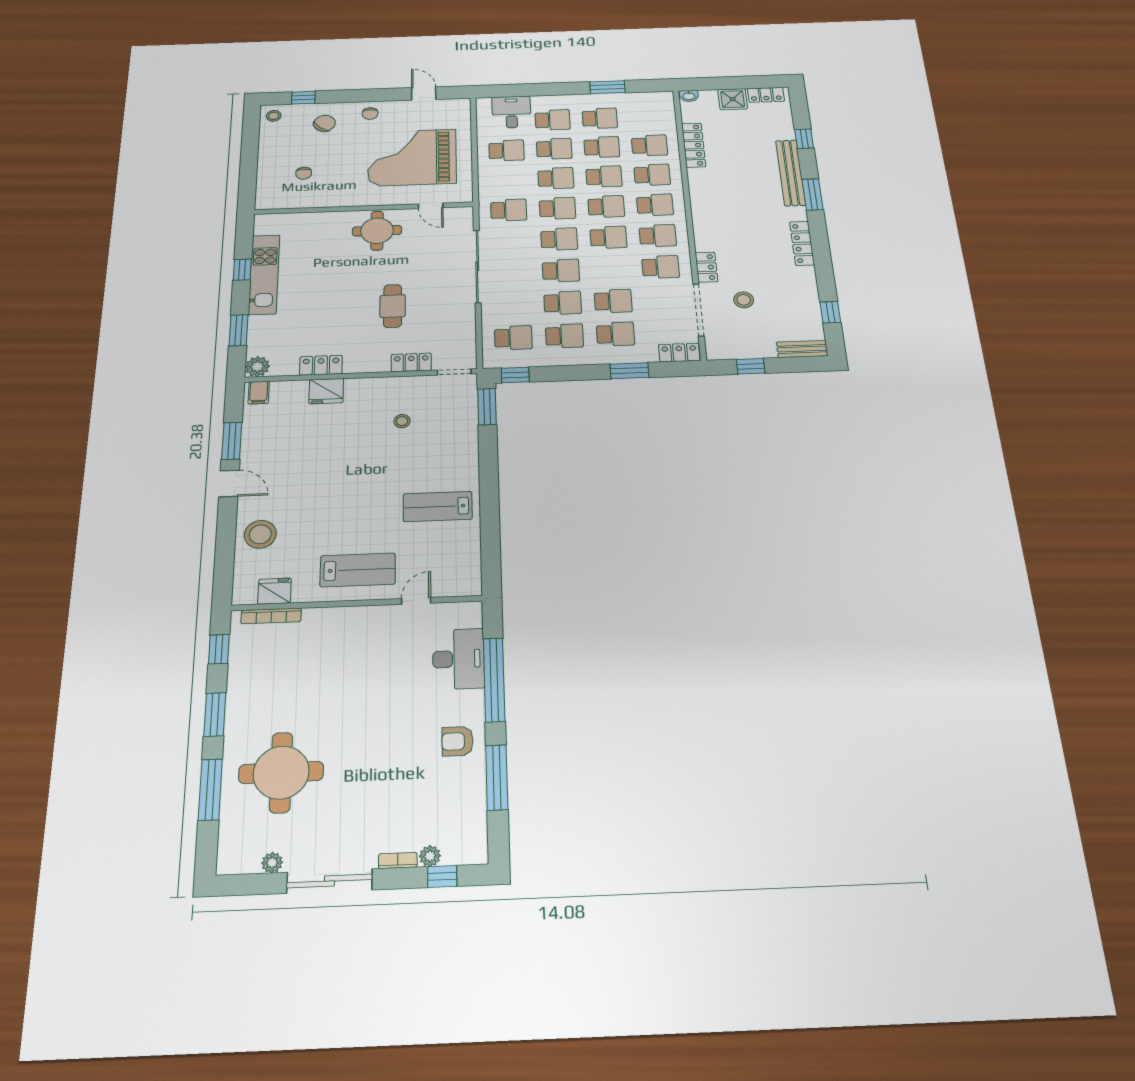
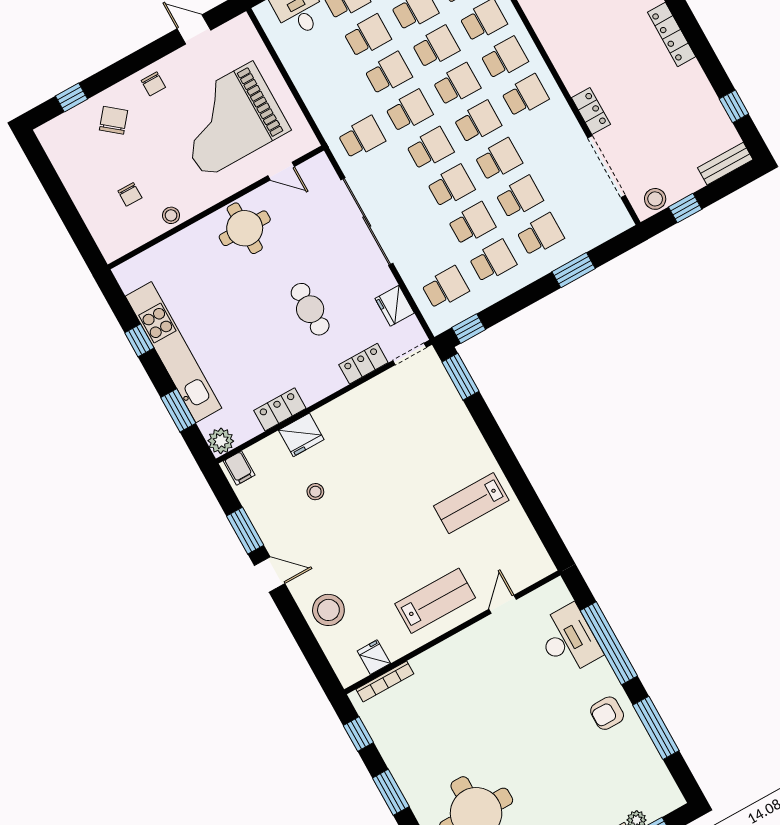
stool: (274, 116) -> (171, 215), moved
school desk: (506, 150) -> (320, 62), removed
school desk: (661, 267) -> (499, 160), moved
kitchen unit: (264, 274) -> (174, 352), width x1.36
stool: (744, 300) -> (655, 199), moved
fridge: (463, 333) -> (395, 306), added
locker: (679, 353) -> (611, 226), removed
stool: (402, 421) -> (315, 492), moved
fridge: (275, 591) -> (374, 657), width x0.72

